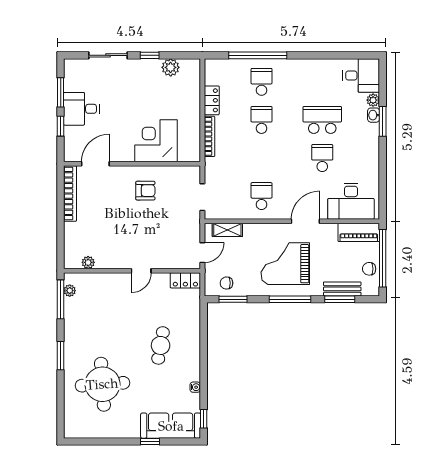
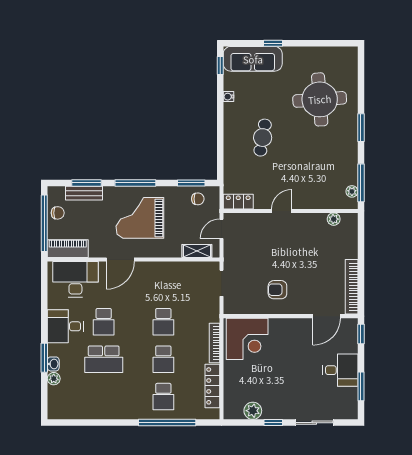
desk: (361, 76) -> (65, 326), moved
locker: (212, 100) -> (212, 386), width x1.53
window: (61, 126) -> (361, 334), moved
corner desk: (156, 141) -> (247, 339), moved
school desk: (262, 196) -> (163, 322), moved
grand piano: (285, 264) -> (140, 218), turned 180

